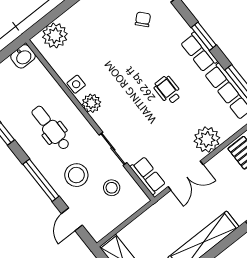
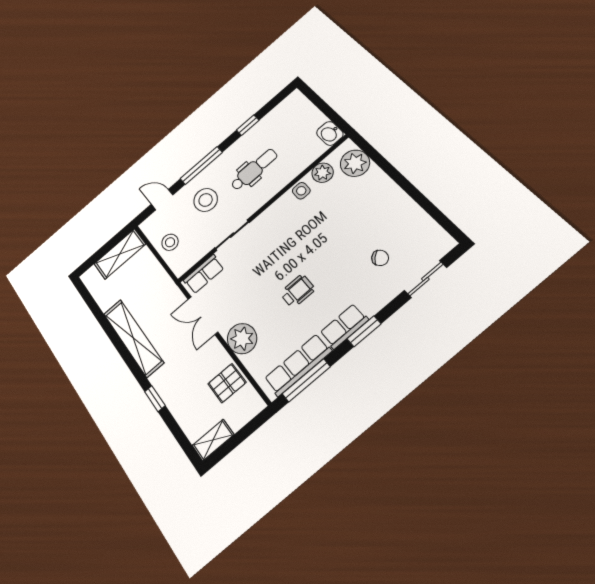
plant: (91, 103) -> (322, 173), moved
stool: (112, 188) -> (170, 242), moved

